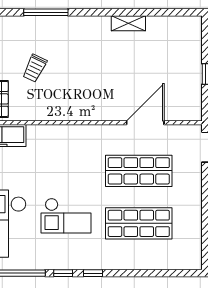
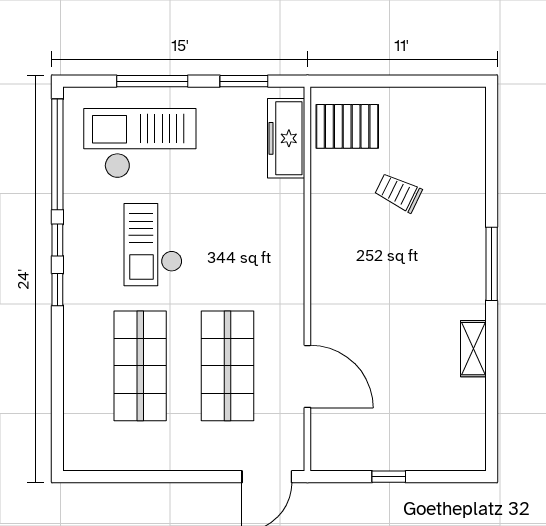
window: (46, 12) -> (492, 264), moved

